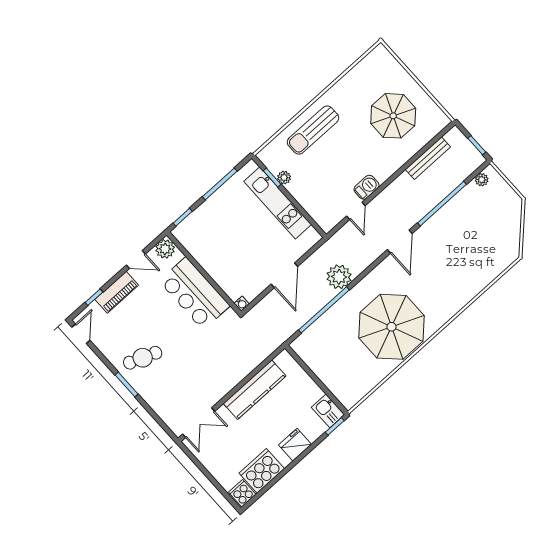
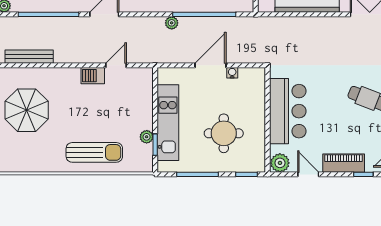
round table: (228, 233) -> (224, 133), added
plant: (339, 277) -> (172, 23), width x0.53, depth x0.53
water cooler: (242, 304) -> (232, 73), moved

